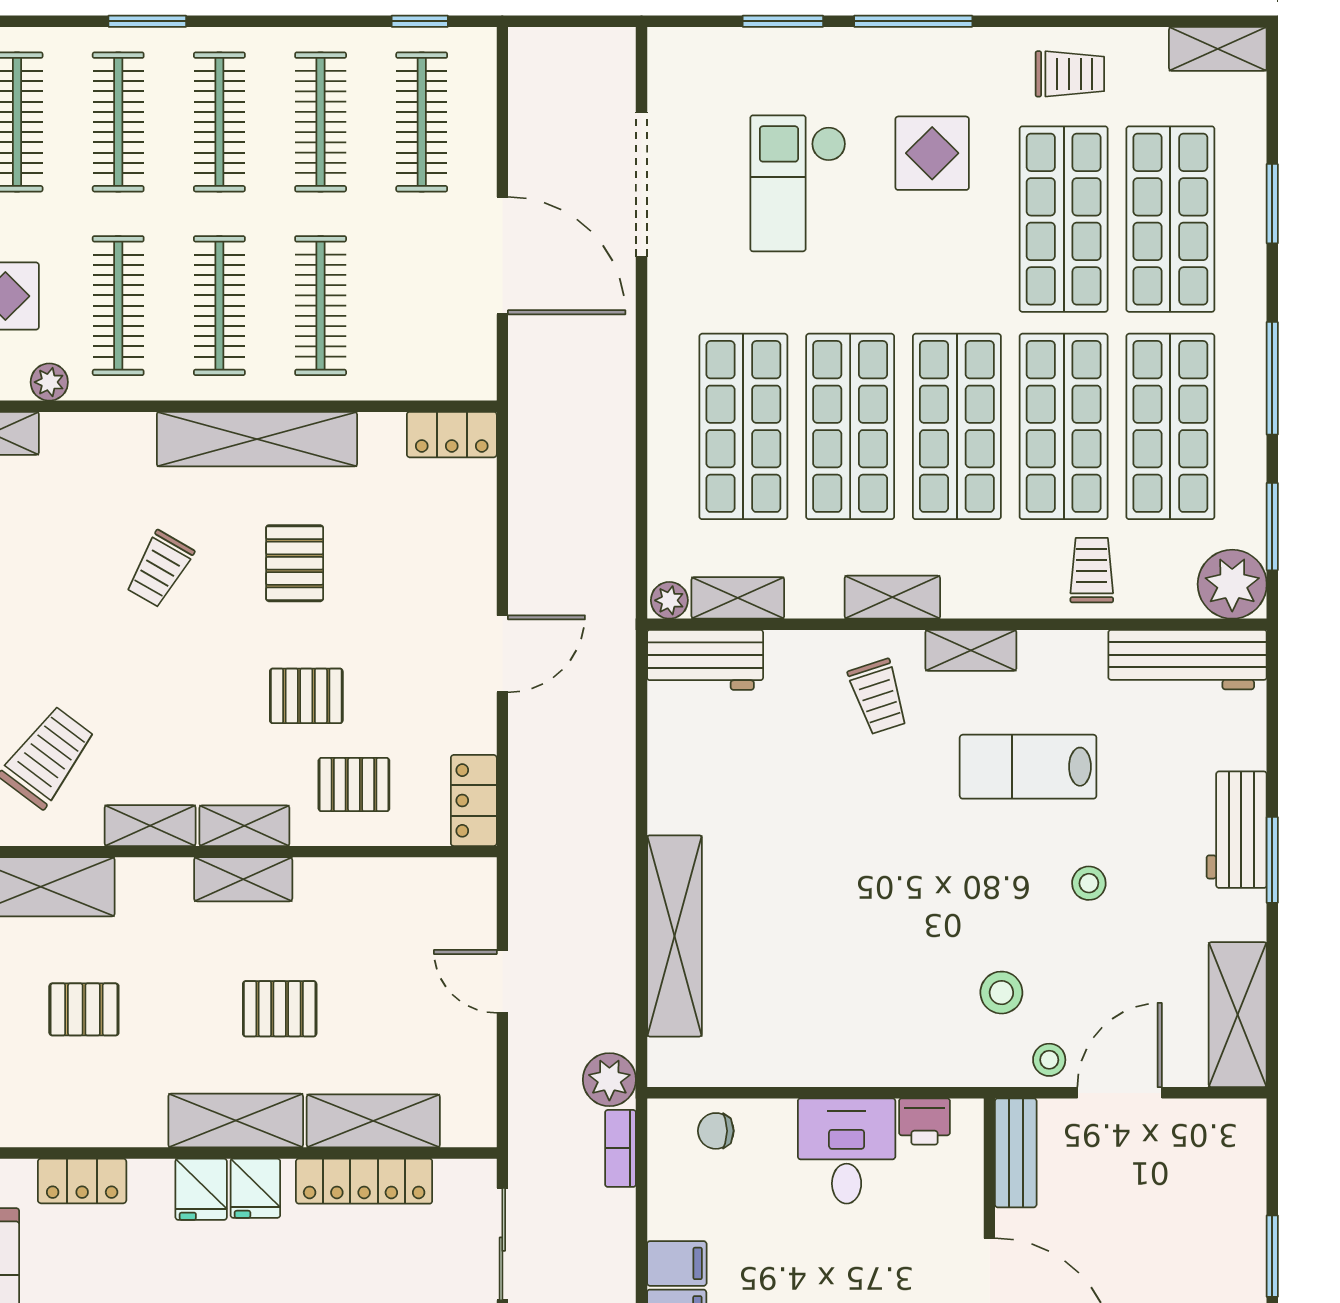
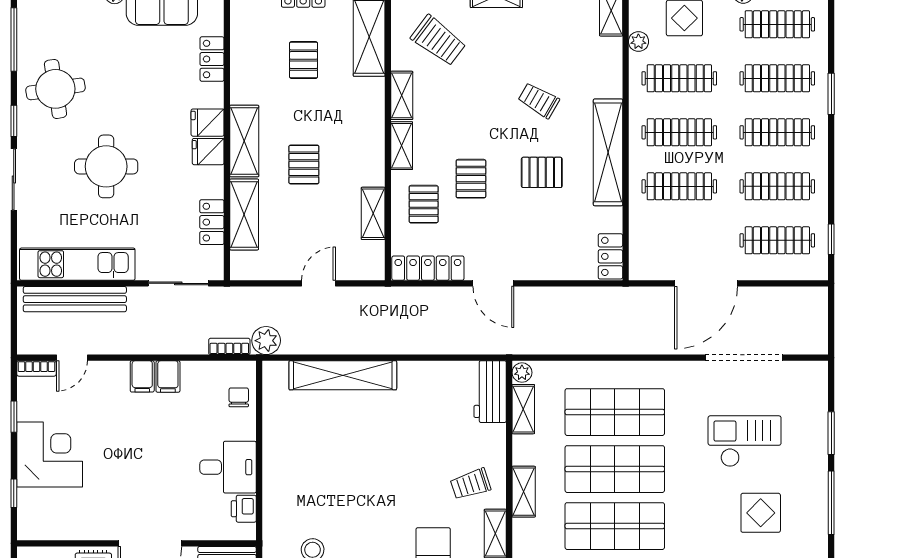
locker: (474, 800) -> (428, 268), width x1.53
shelving: (243, 879) -> (373, 213), moved
locker: (364, 1181) -> (212, 222), width x0.66

